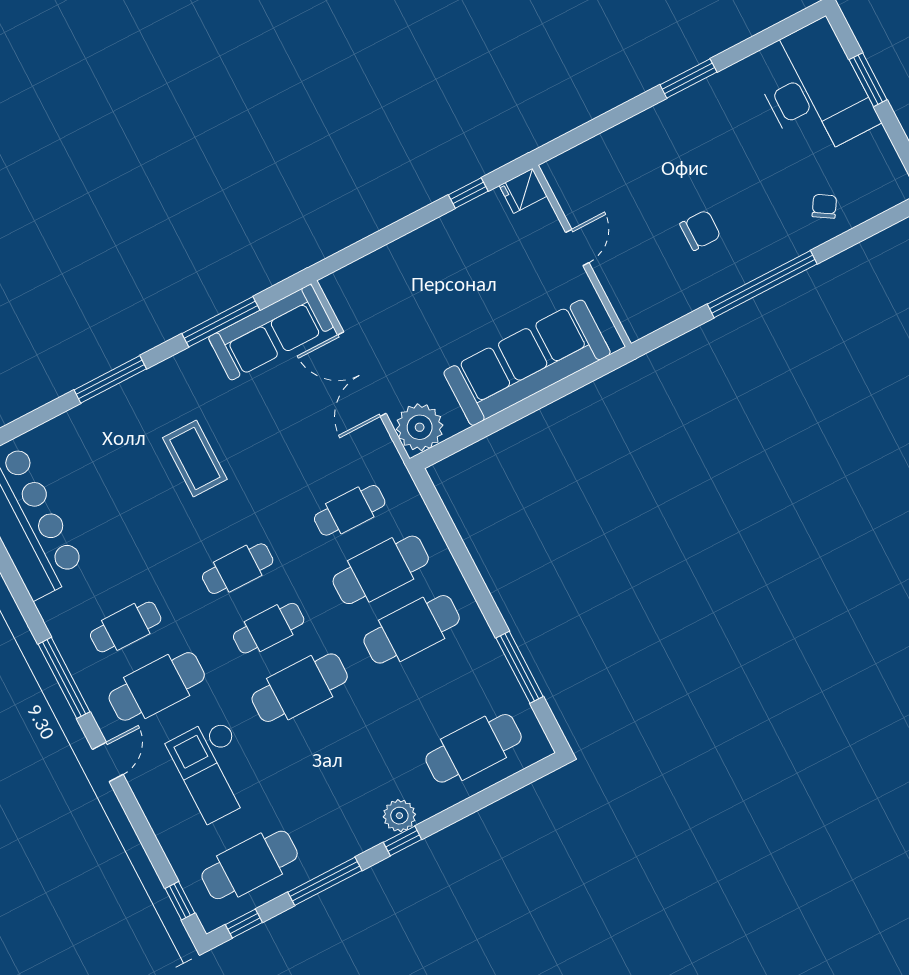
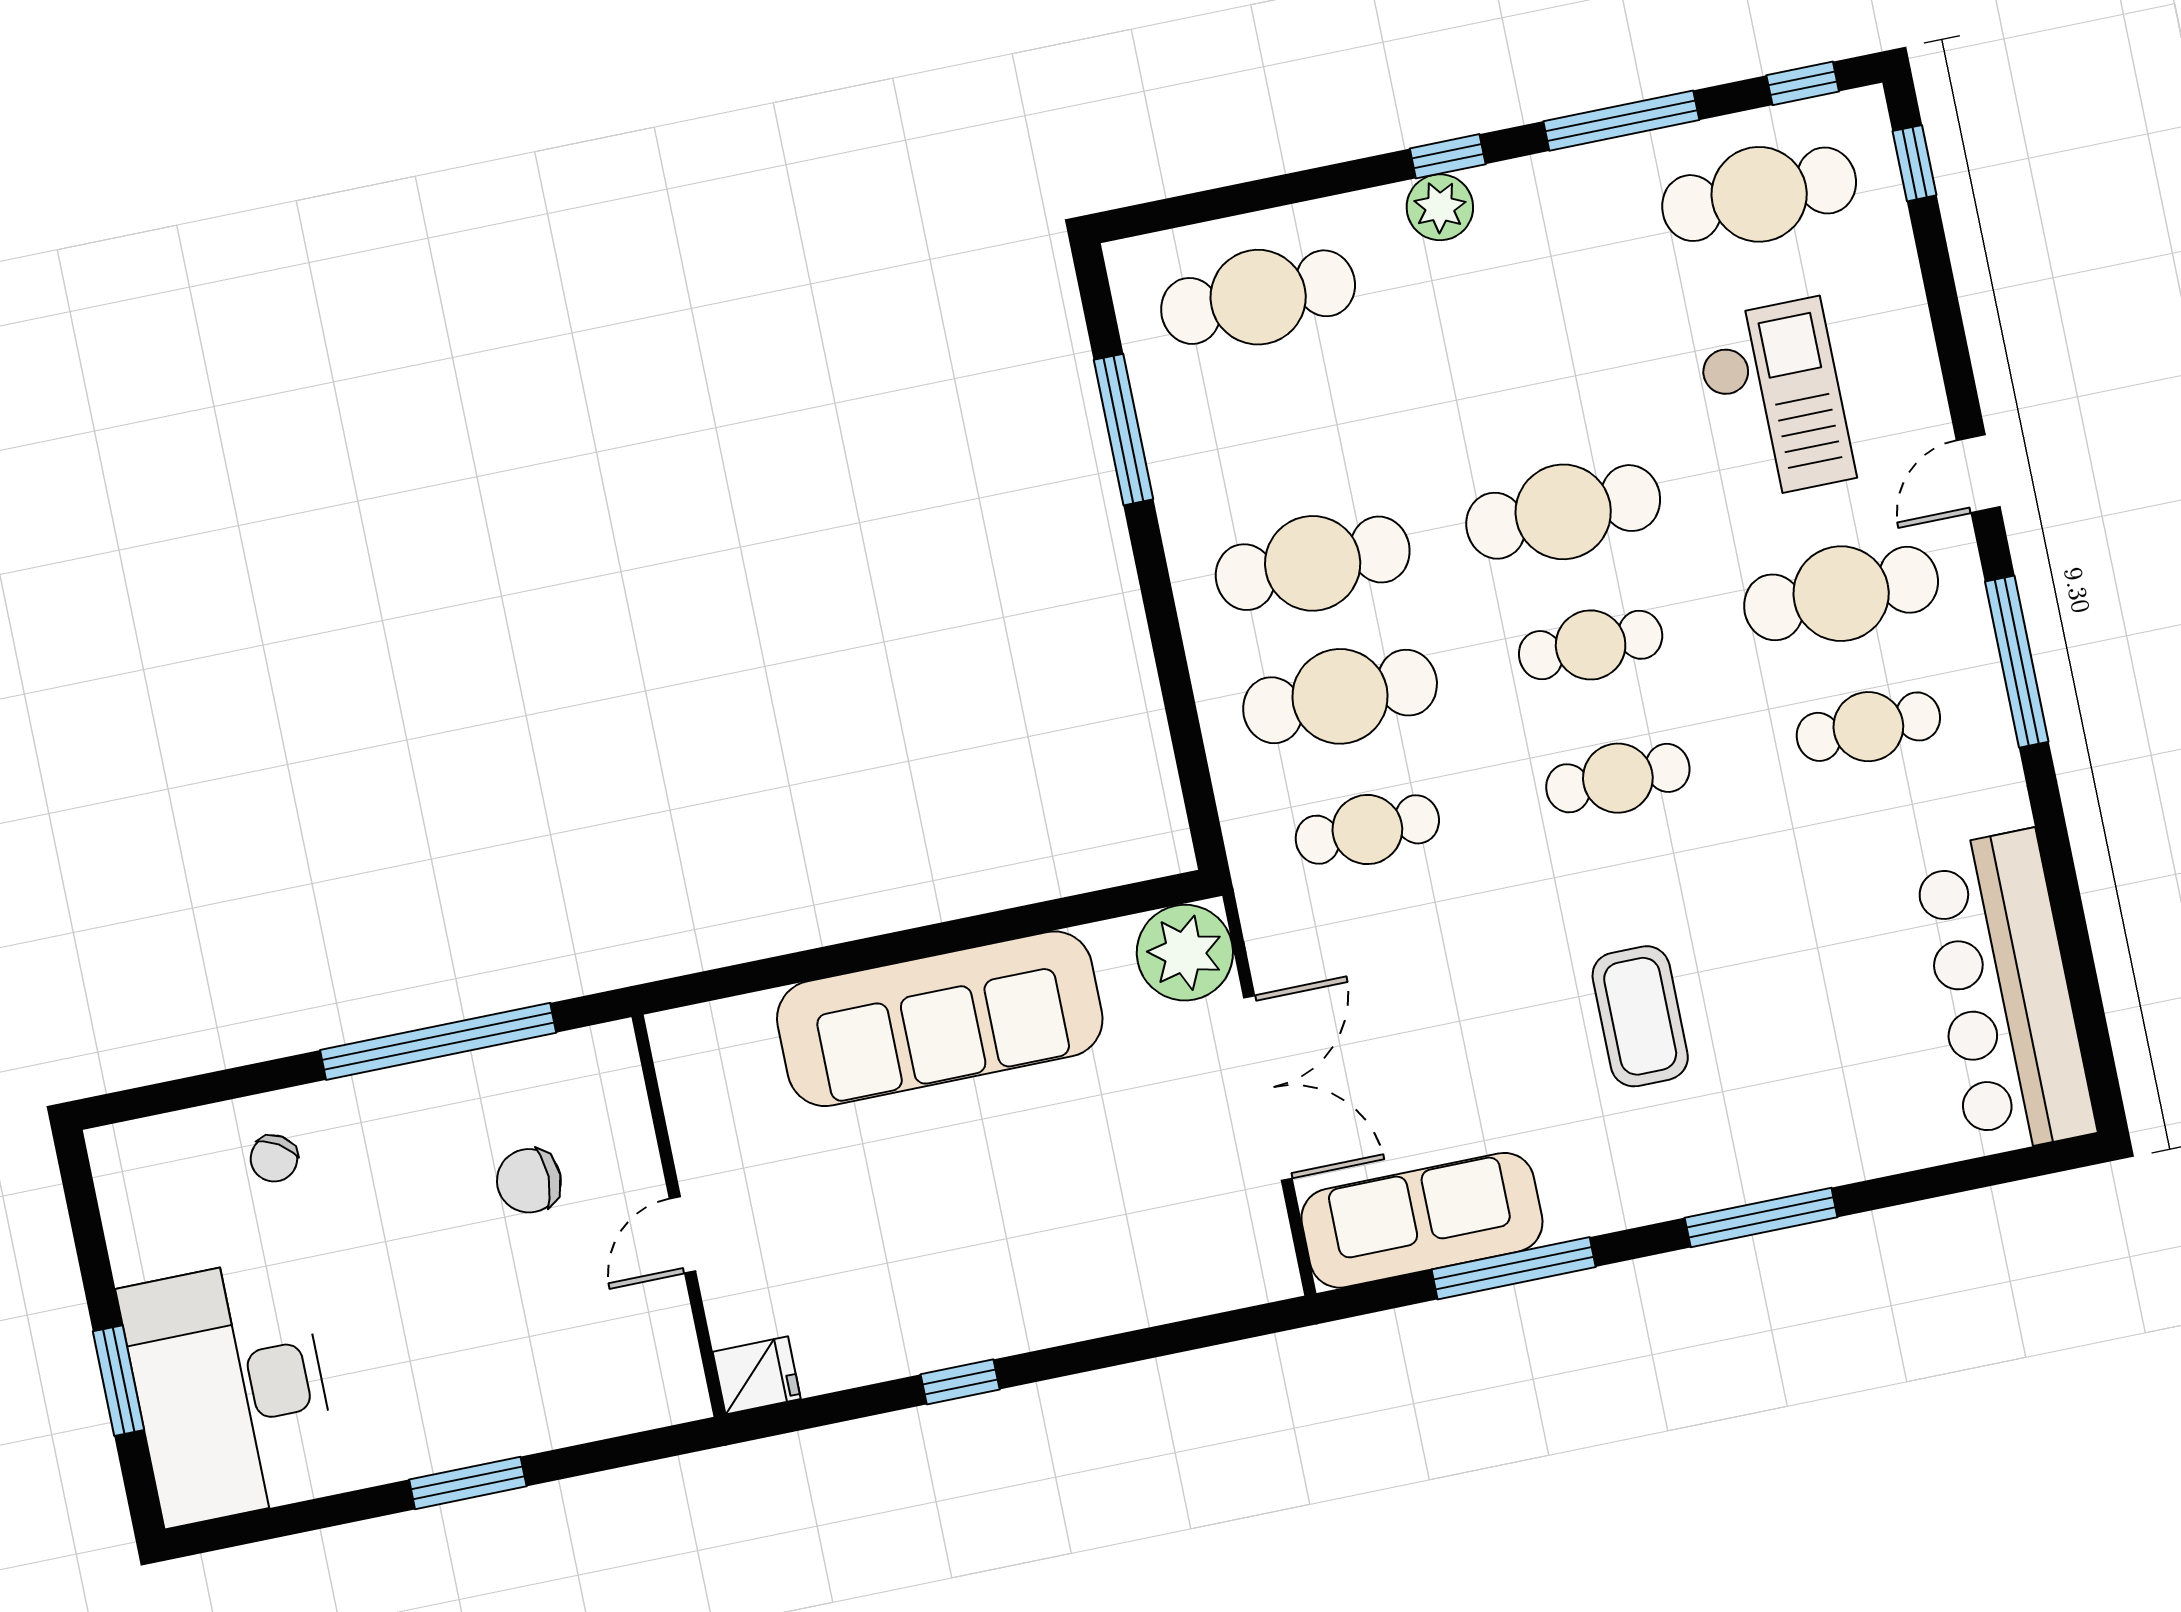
fridge: (523, 191) -> (757, 1375), moved
door: (577, 247) -> (682, 1235), moved
wall: (582, 256) -> (679, 1216), moved

